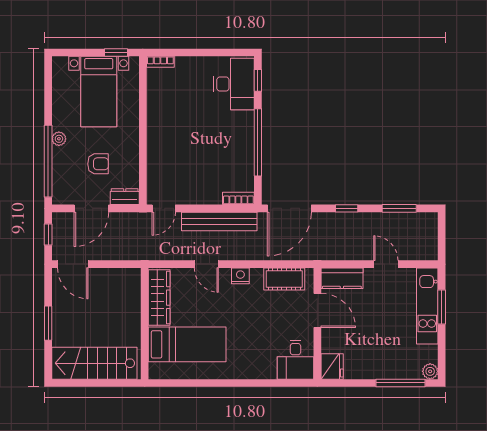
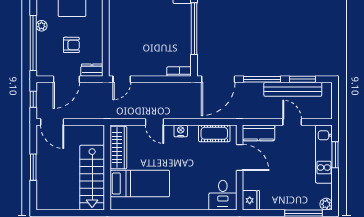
window: (347, 208) -> (262, 79), width x2.17
bench: (219, 222) -> (293, 89), moved
stairs: (94, 363) -> (92, 178), moved, turned -90

